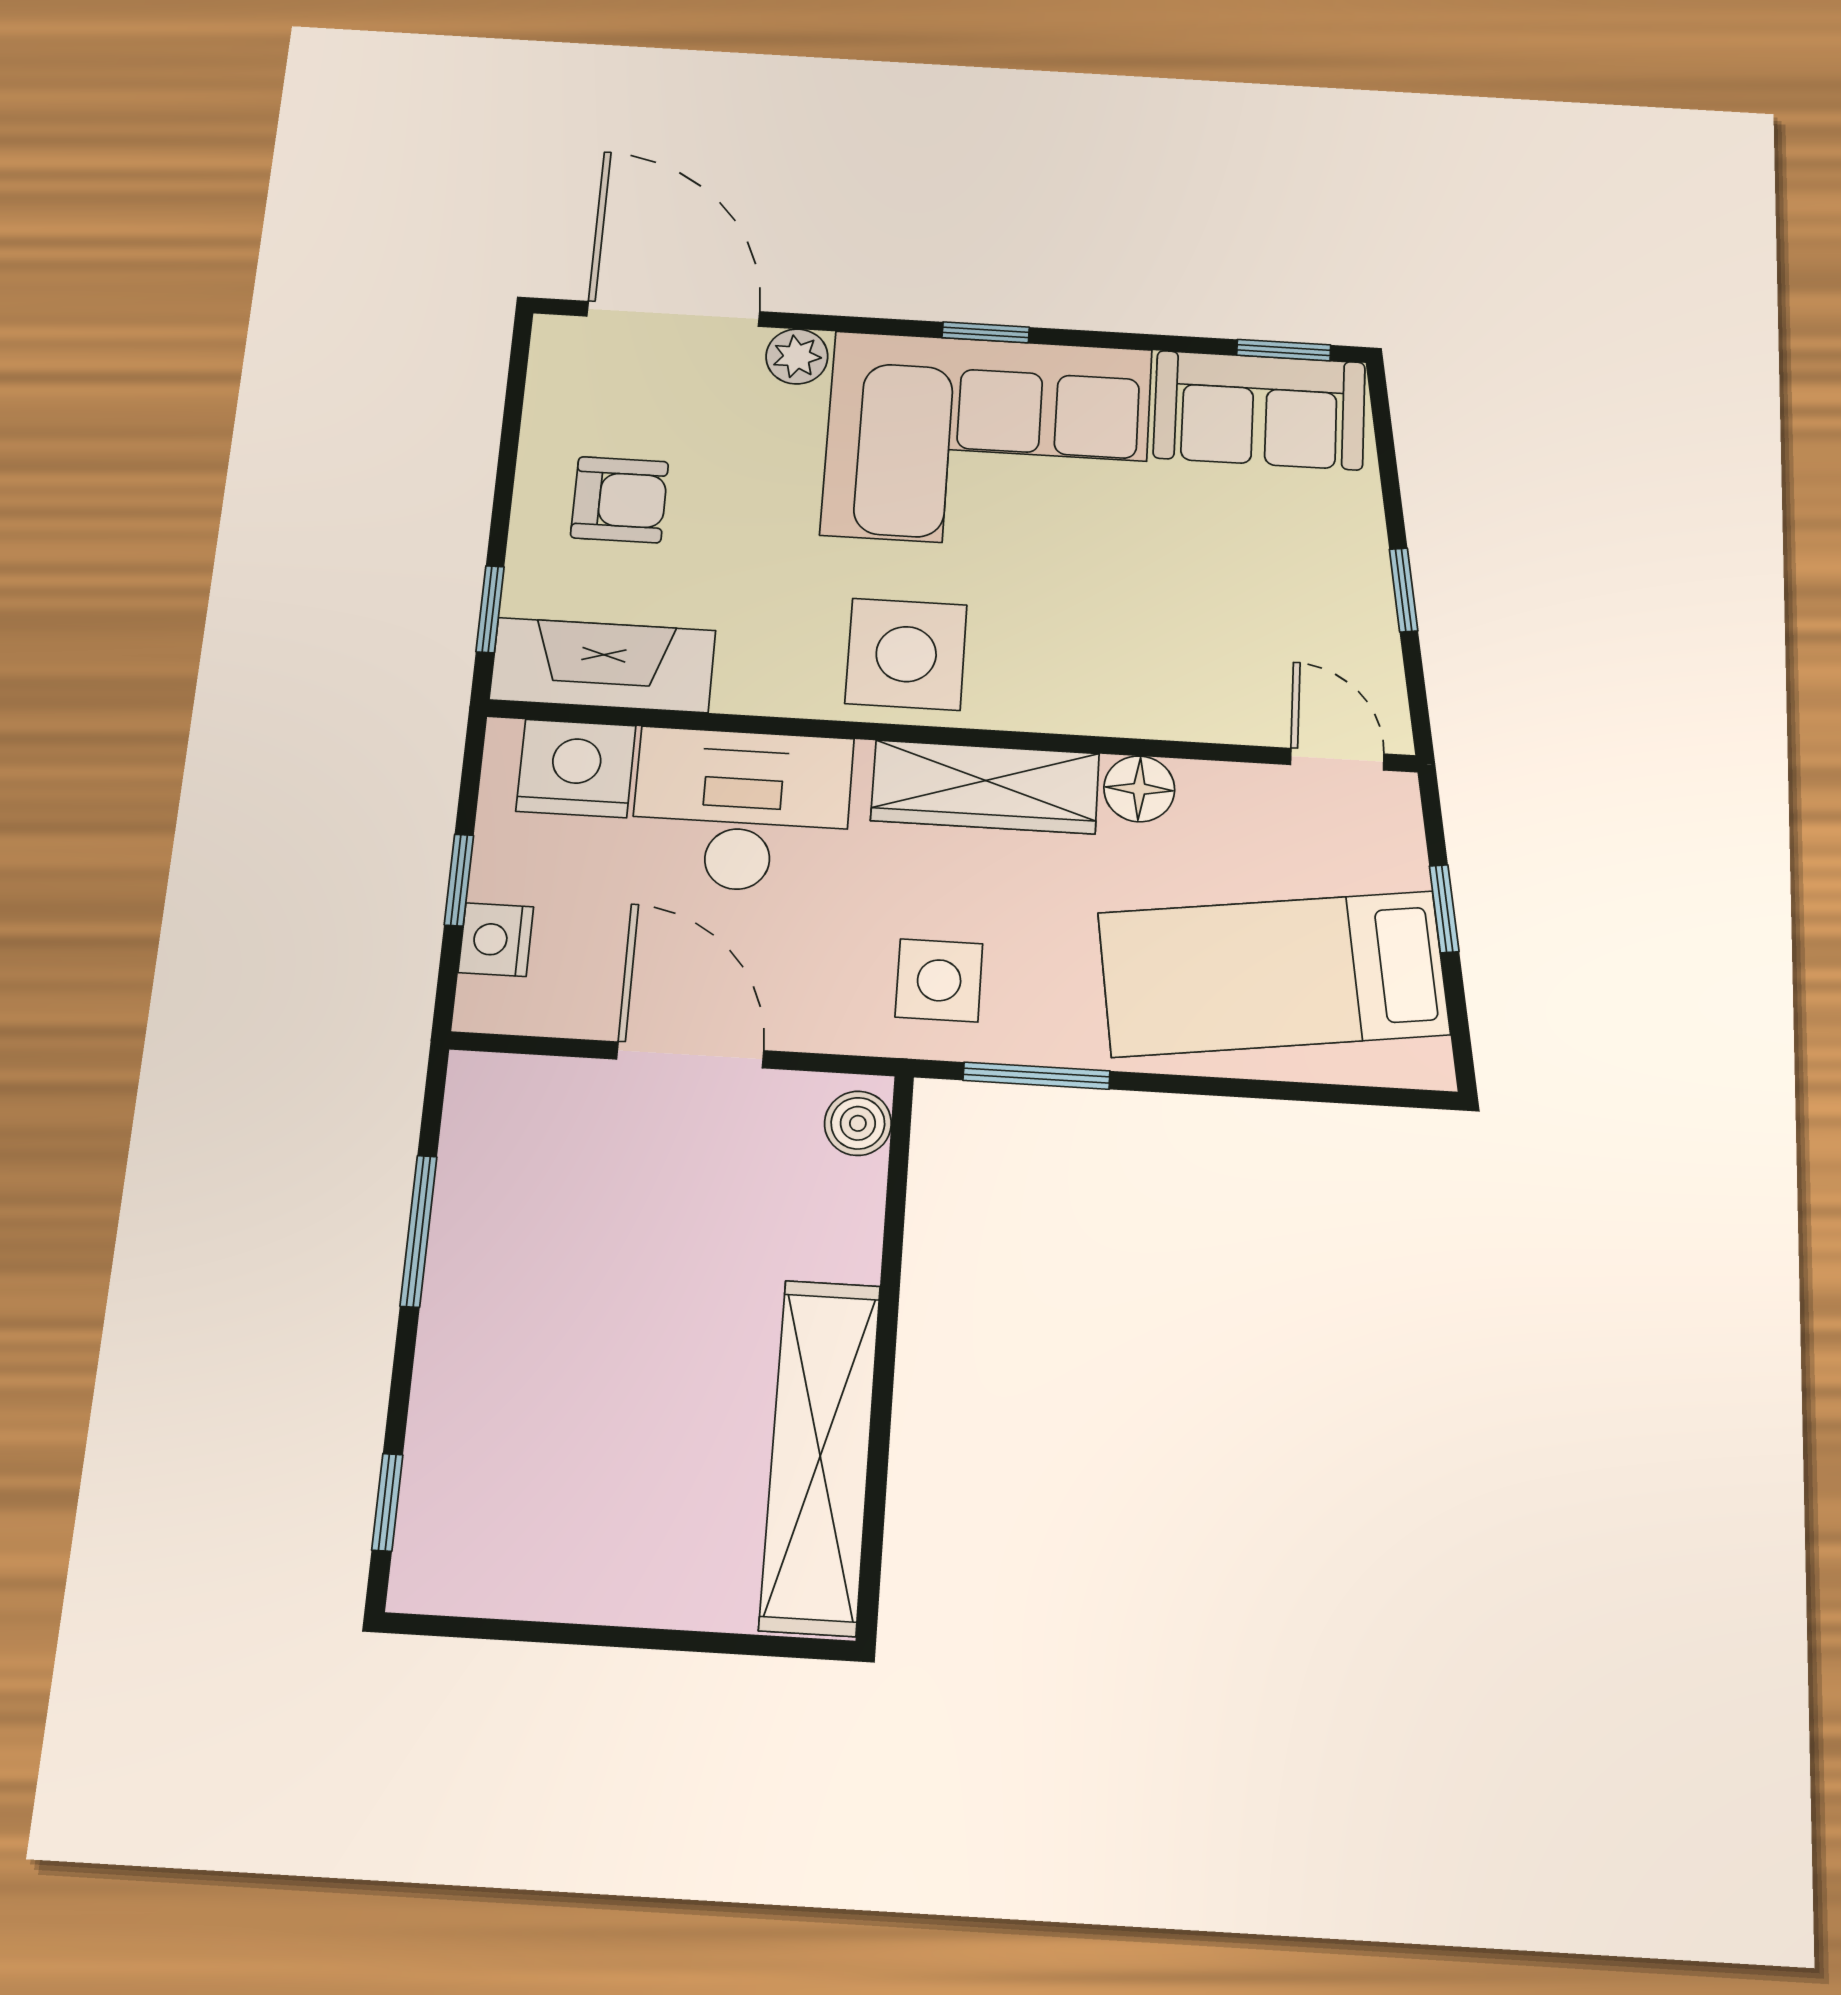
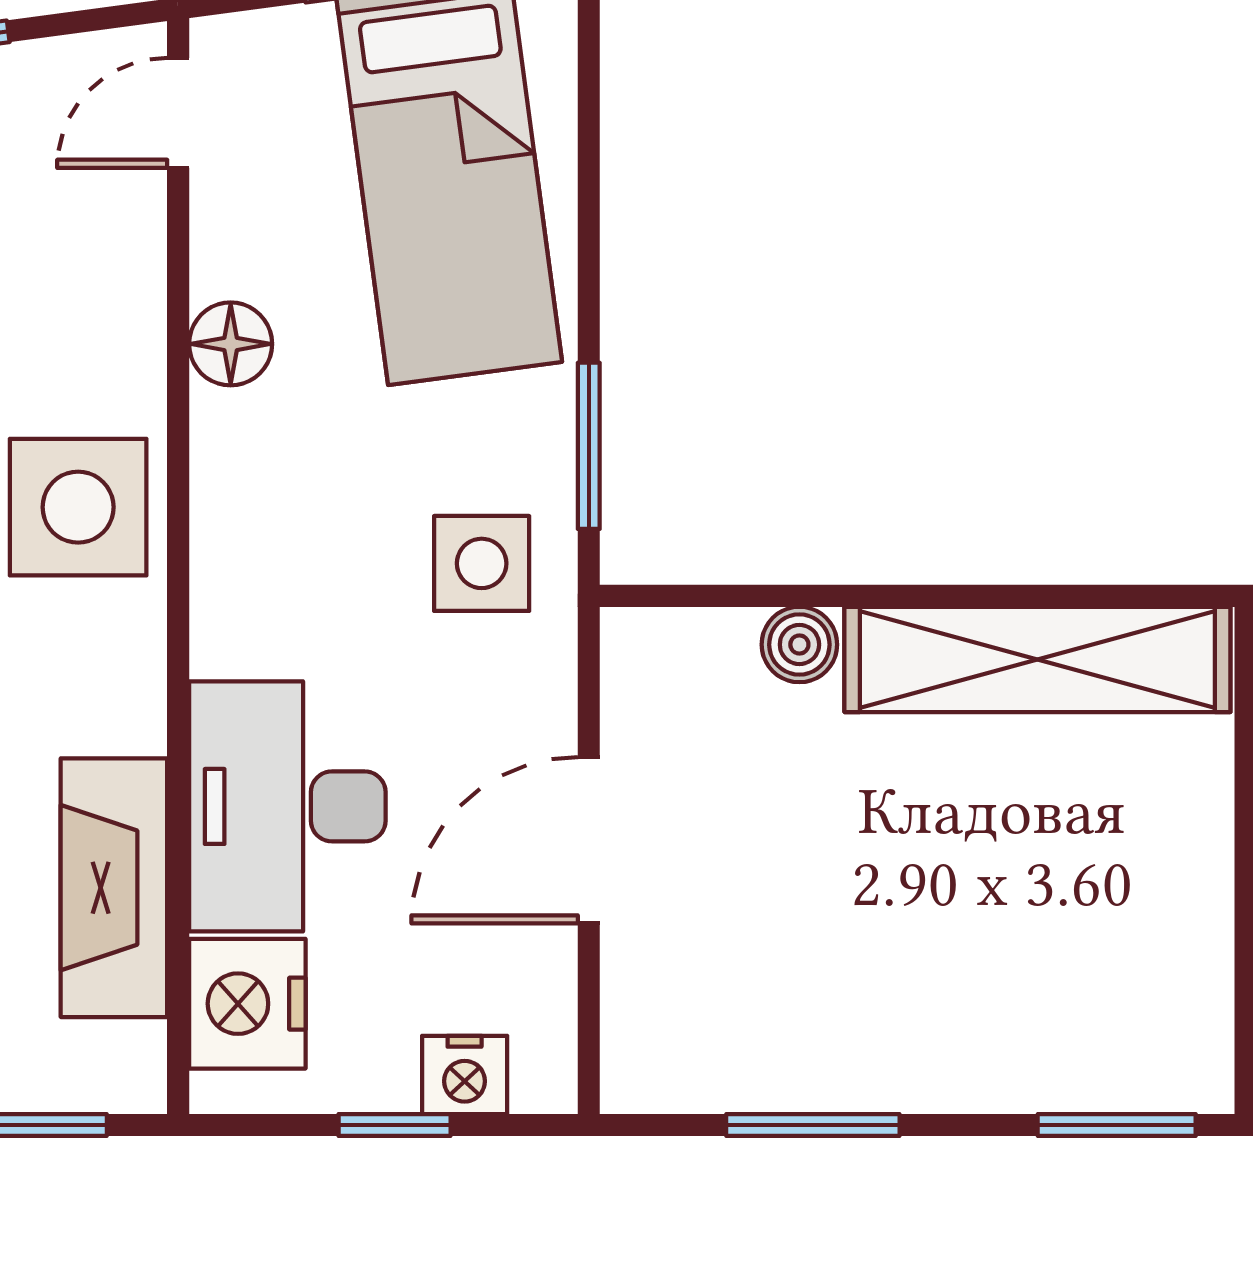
side table: (906, 654) -> (78, 507), moved
fireplace: (603, 665) -> (114, 888), moved
wardrobe: (985, 787) -> (240, 524), removed
boiler: (858, 1123) -> (799, 645), moved
window: (387, 1502) -> (1117, 1125), width x1.50

